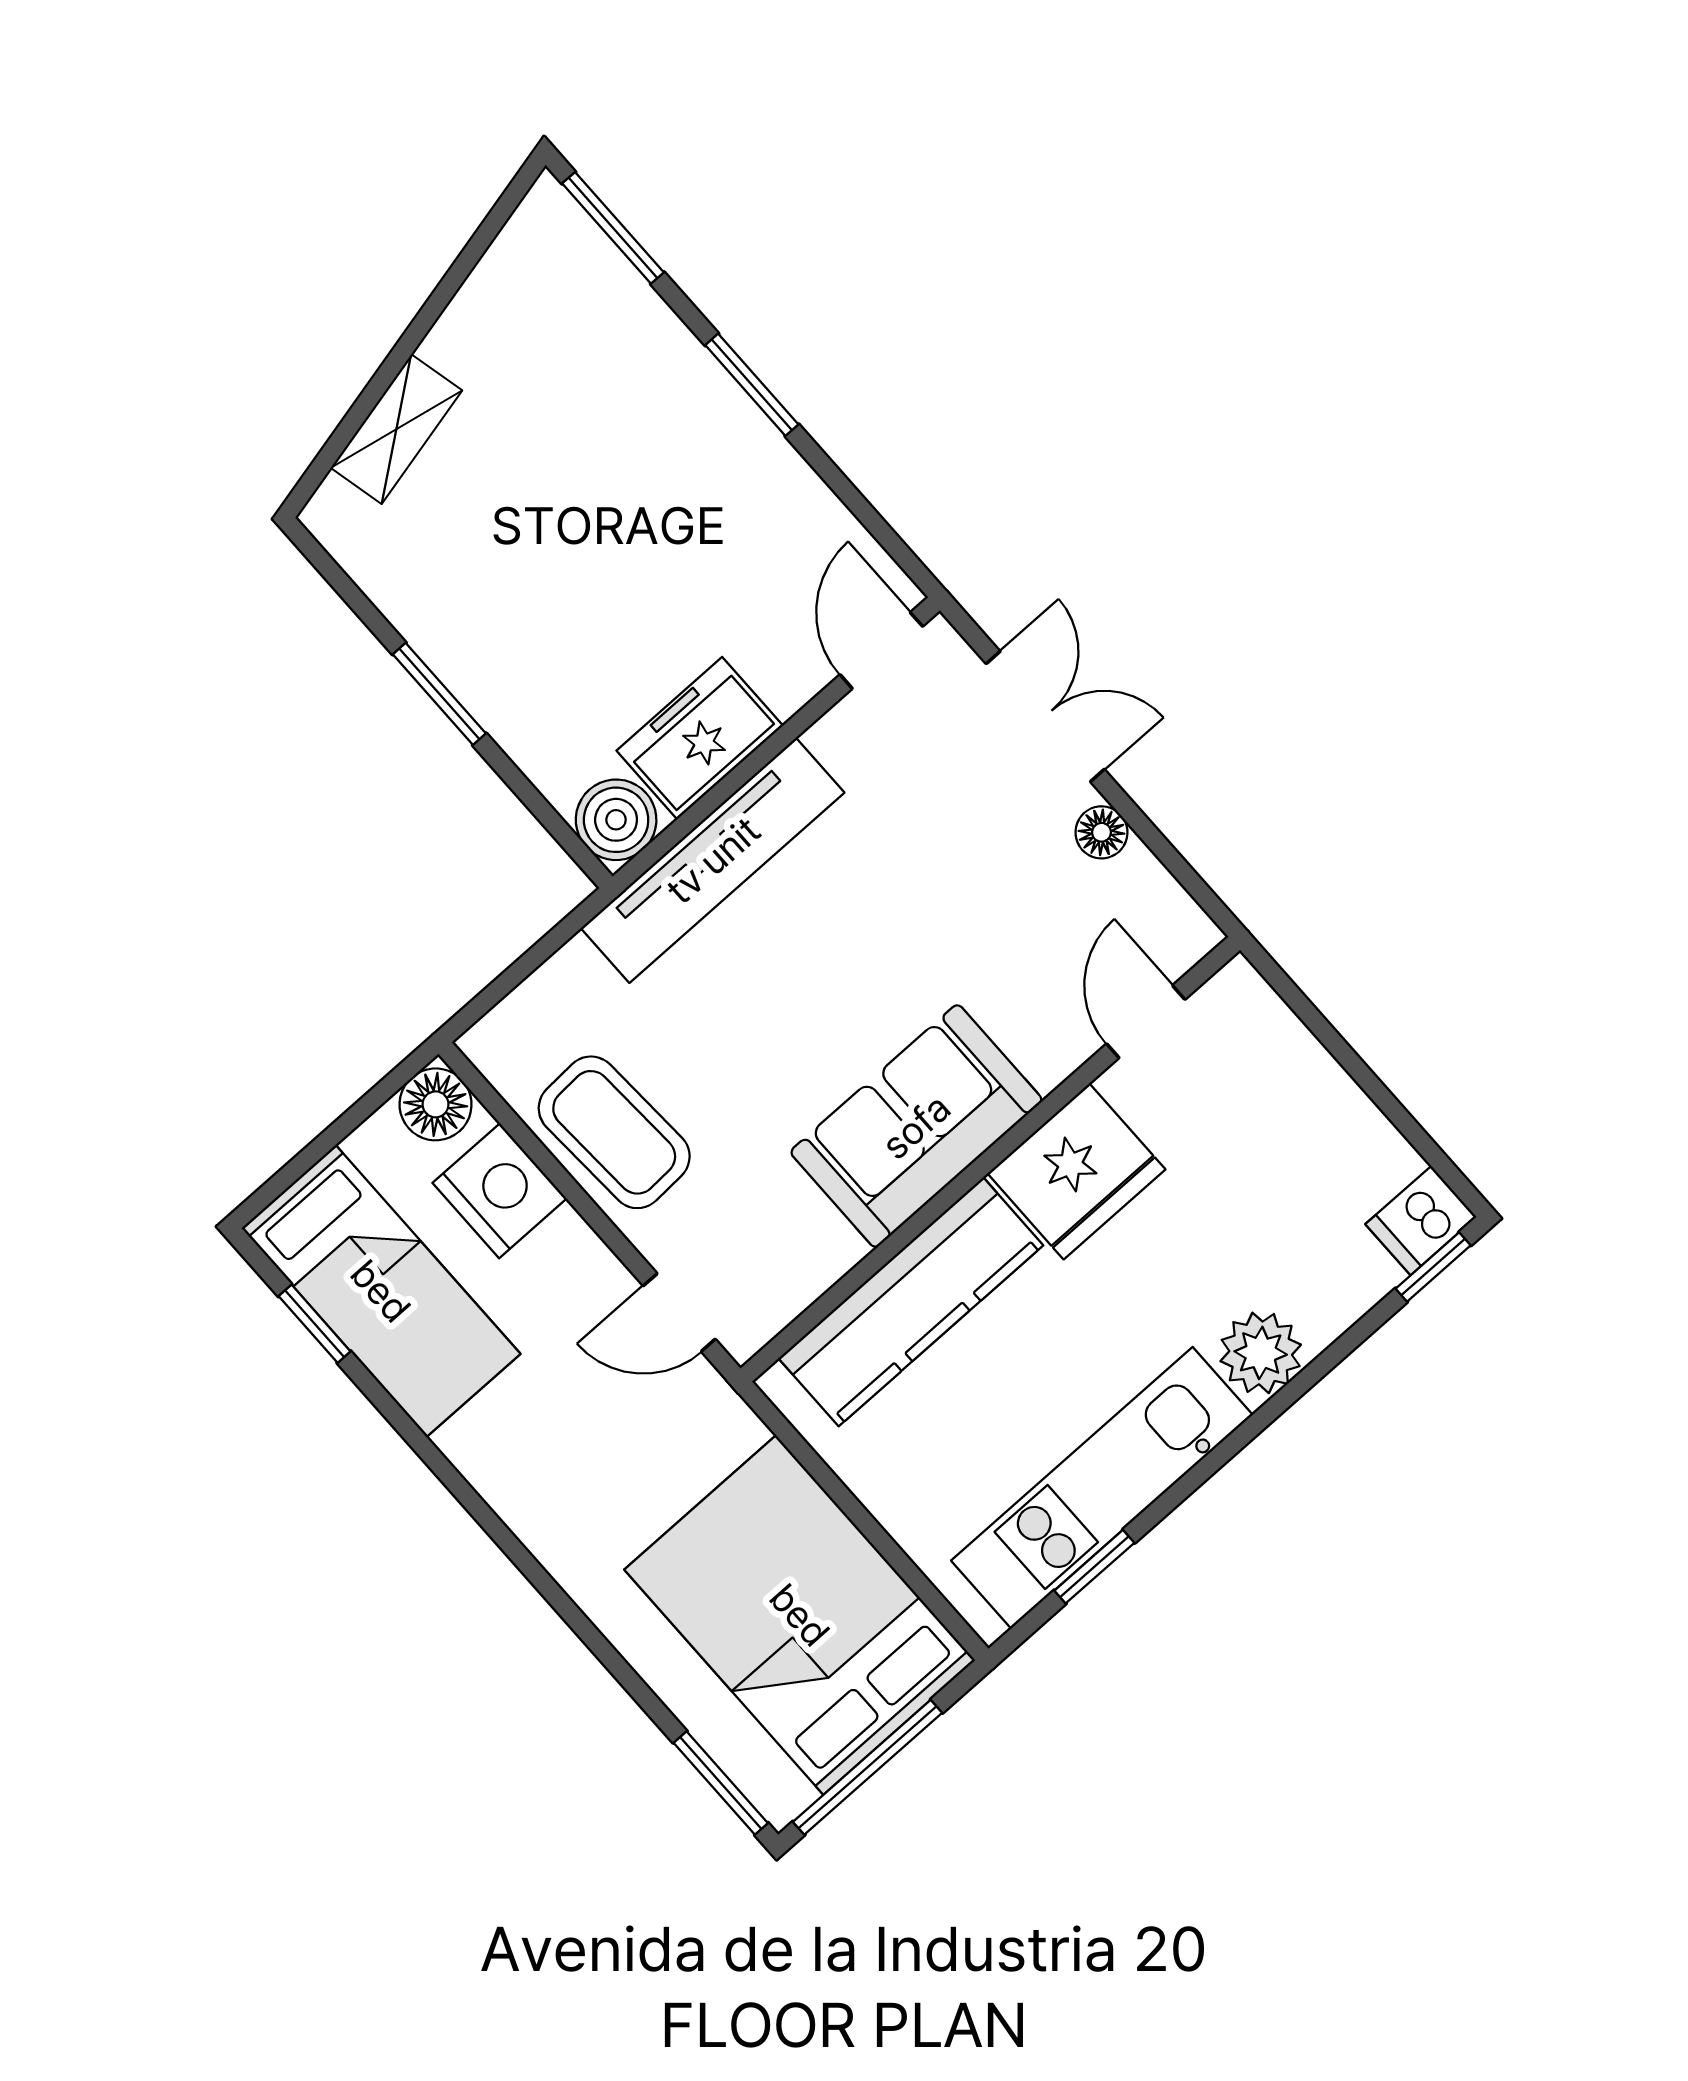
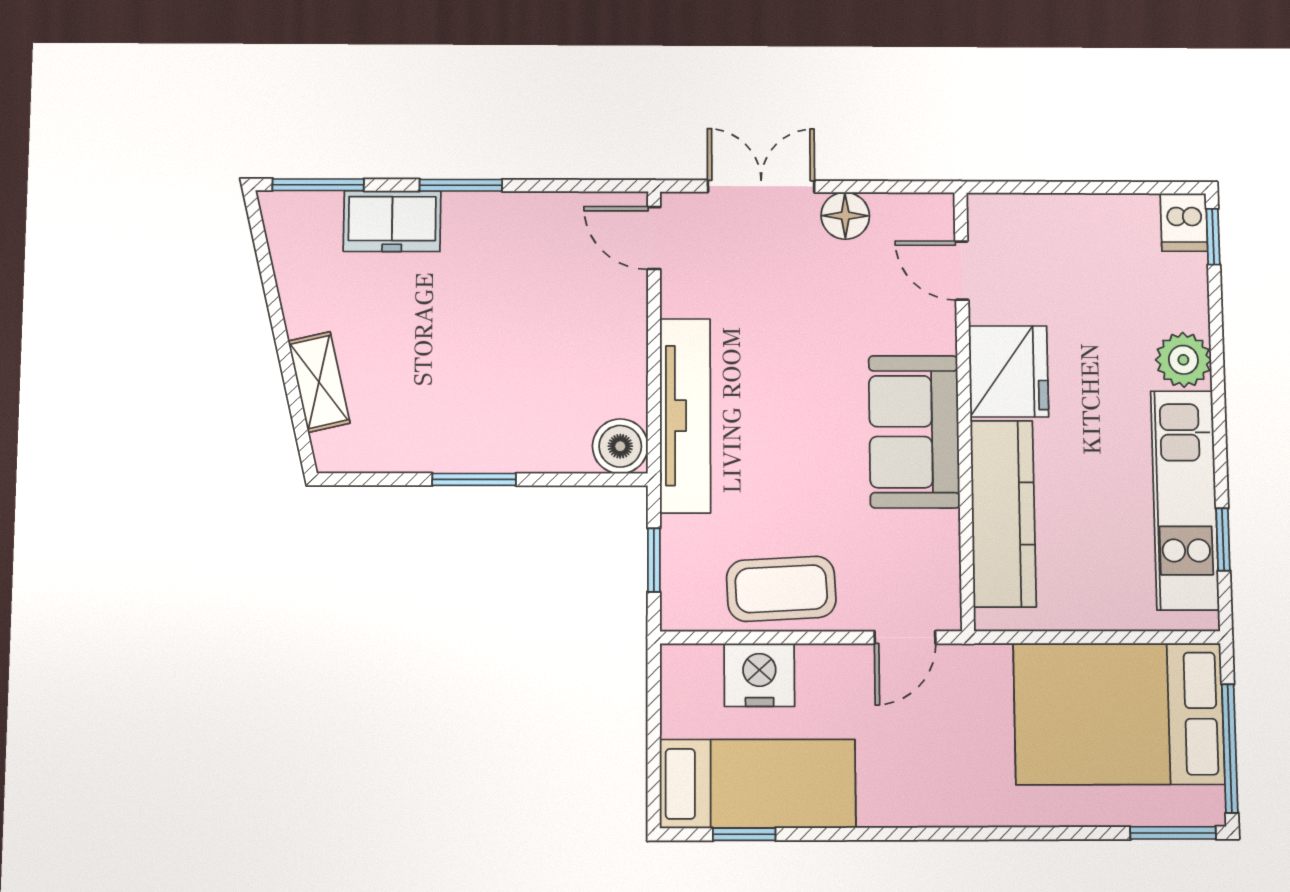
freezer: (700, 738) -> (392, 221), moved, turned -90
floor lamp: (1102, 832) -> (845, 216), width x1.37, depth x1.37
window: (524, 967) -> (654, 560), added
floor lamp: (436, 1104) -> (685, 669), removed

